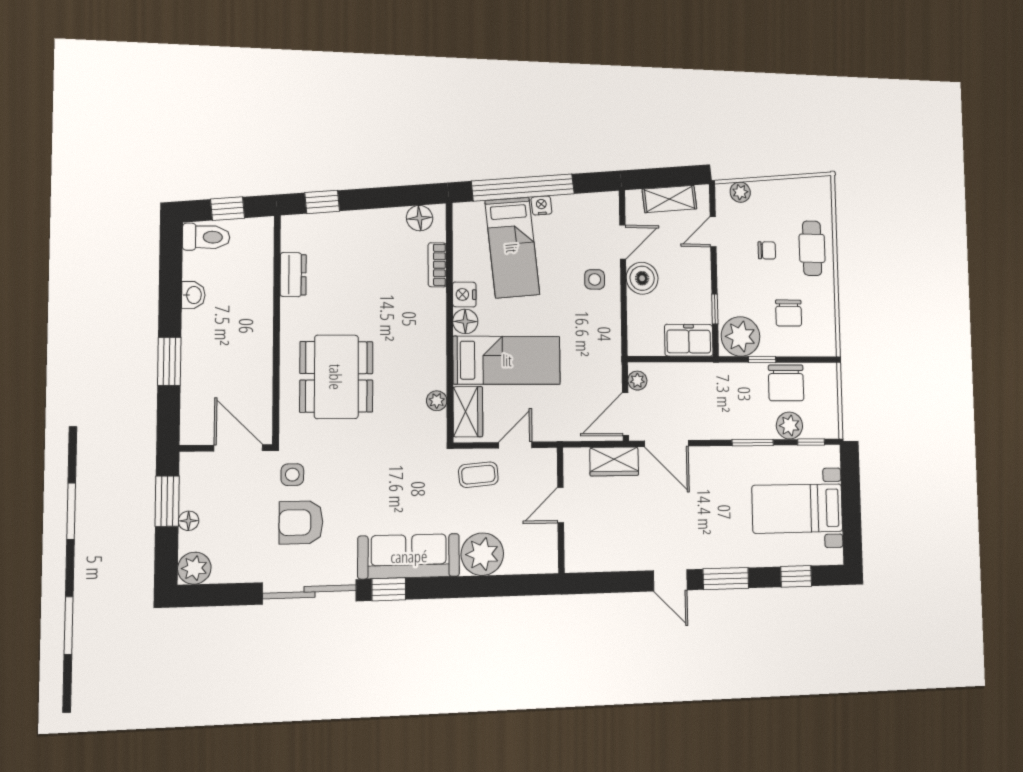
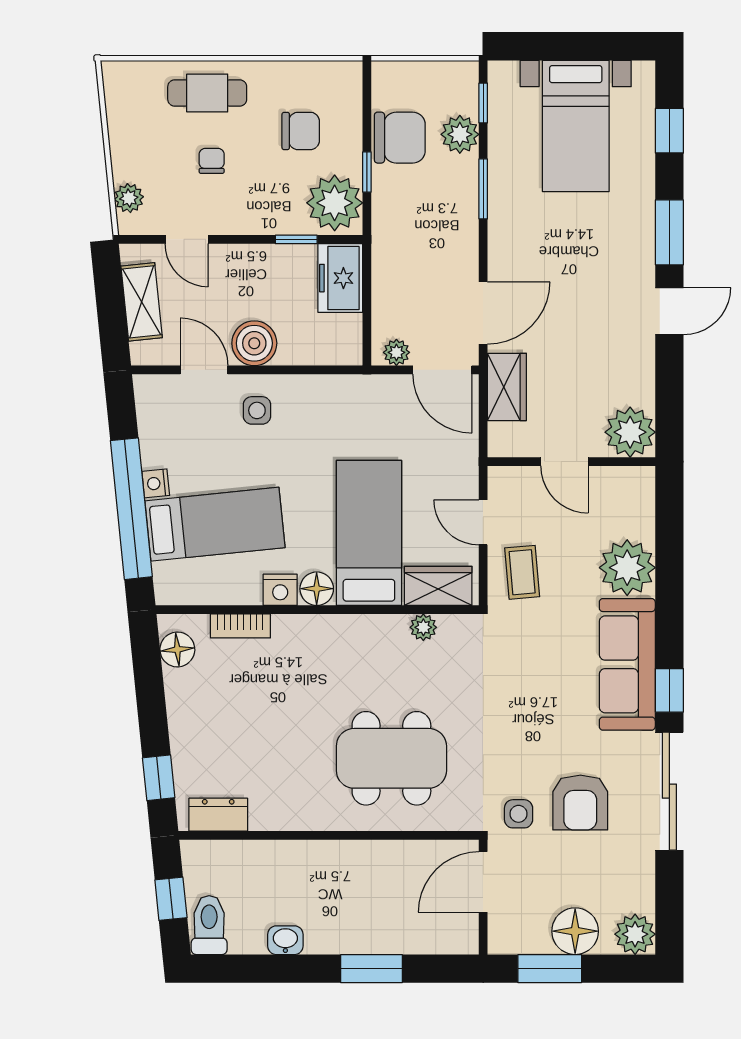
dresser: (293, 275) -> (218, 815), moved
floor lamp: (189, 521) -> (575, 931), width x1.89, depth x1.89
plant: (583, 554) -> (630, 432), added

